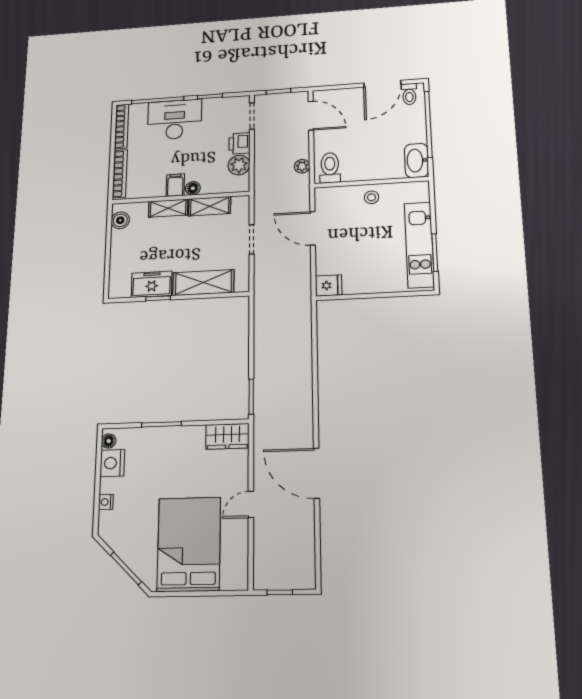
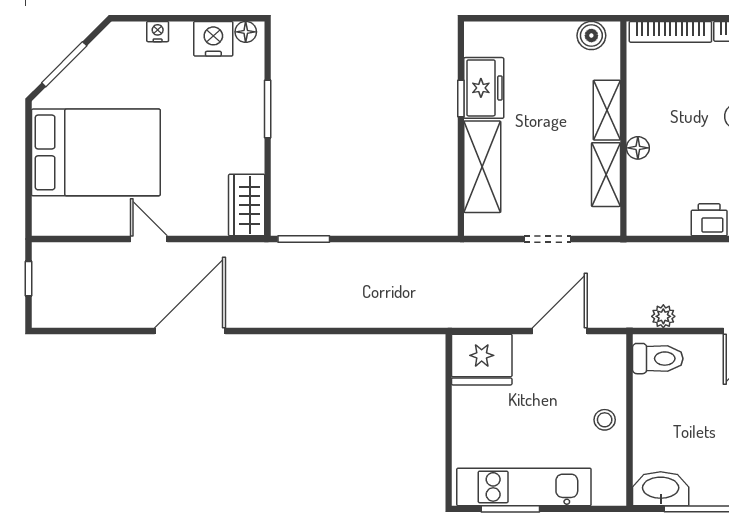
plant: (239, 165) -> (672, 219), removed
filing cabinet: (175, 185) -> (645, 120), removed
fridge: (329, 285) -> (482, 360), width x1.88, depth x1.34

